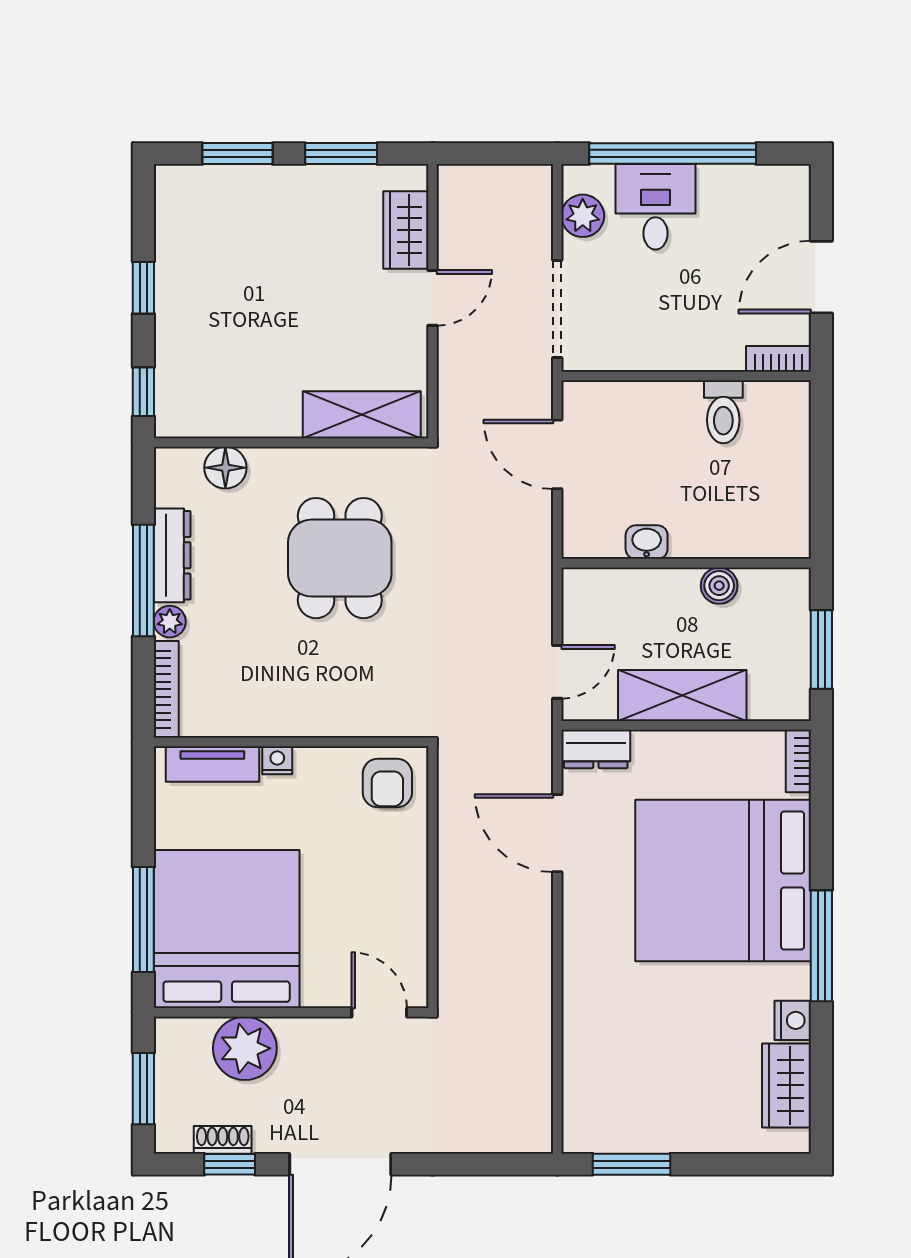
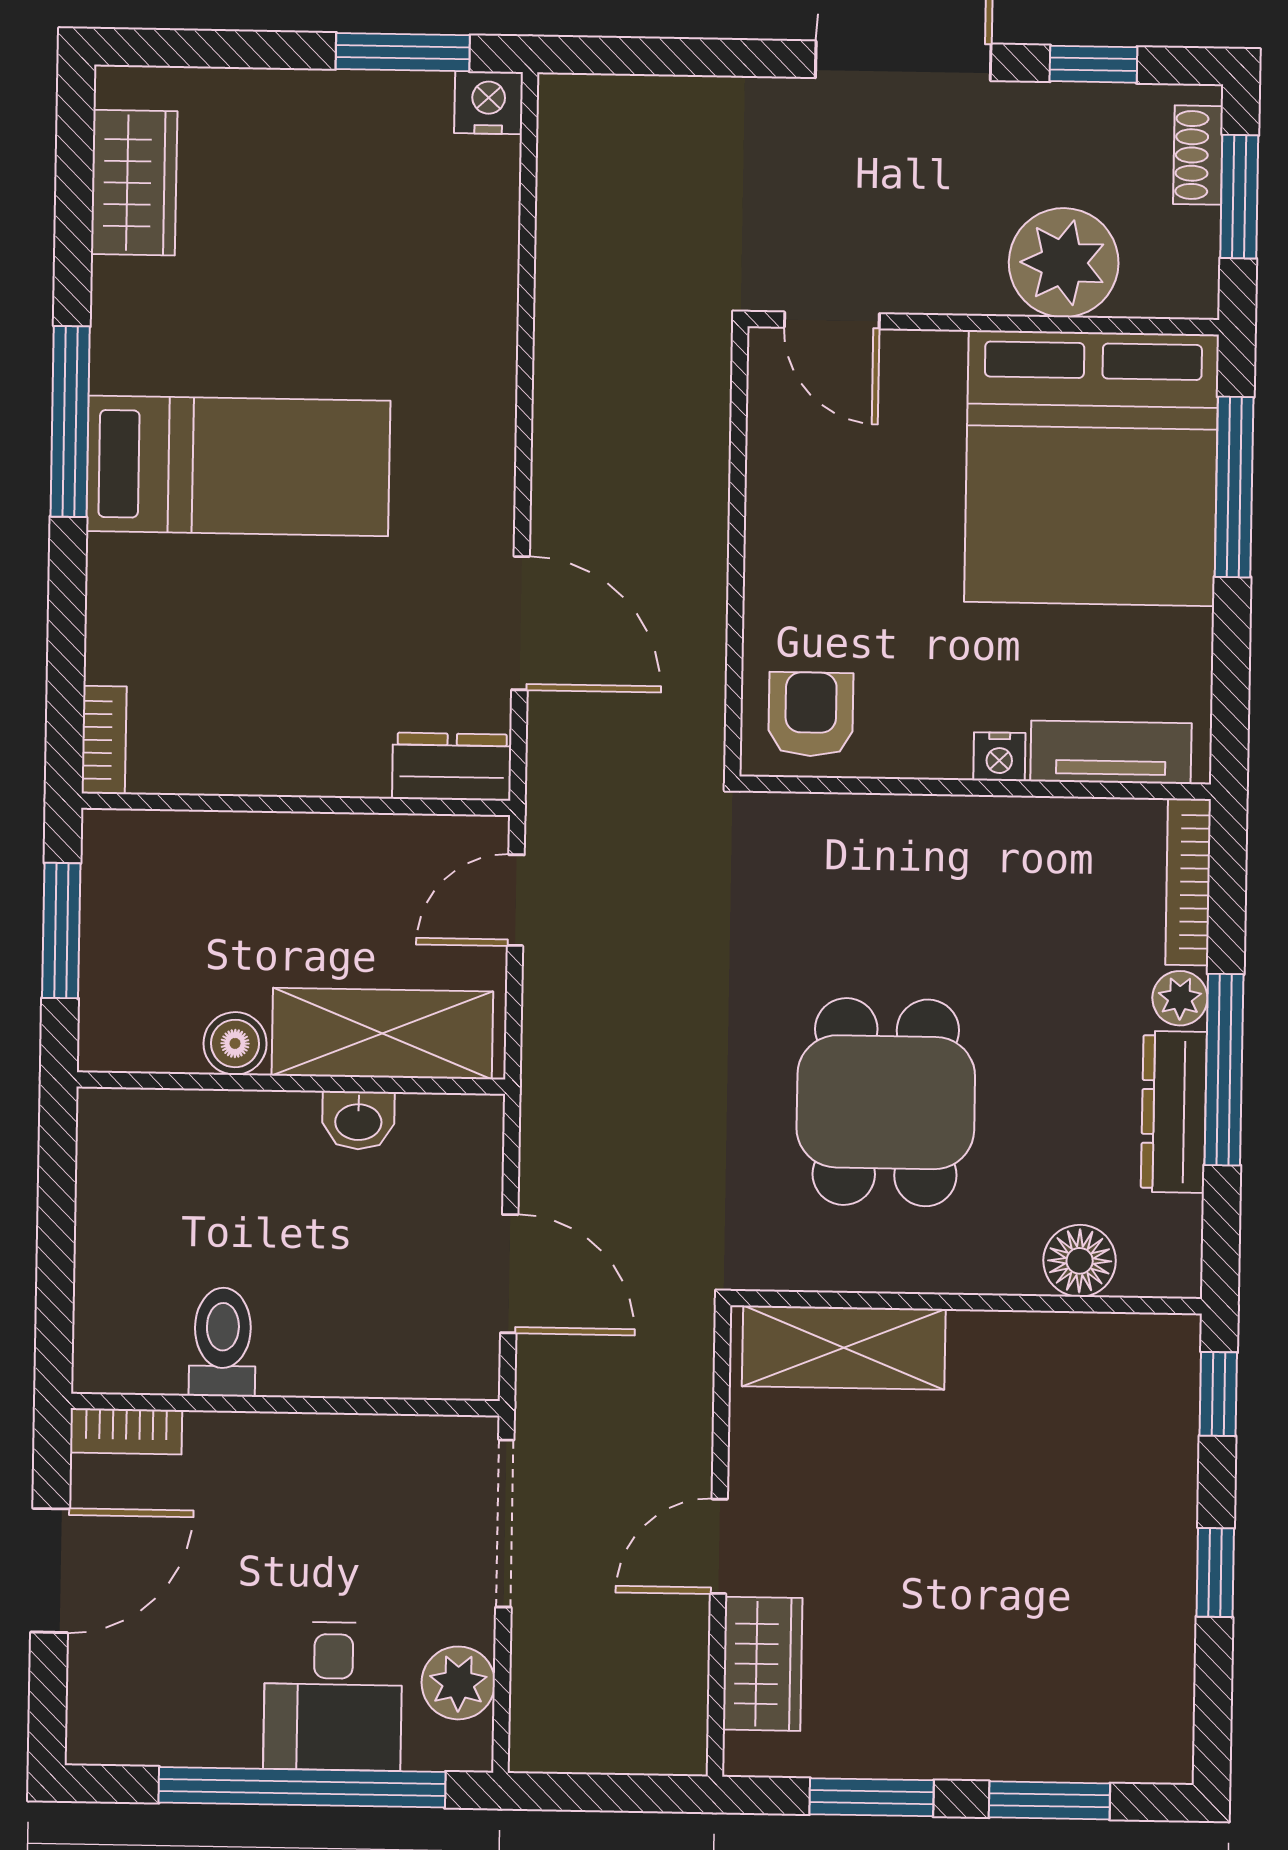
shelving: (682, 696) -> (382, 1033), moved
bed: (723, 881) -> (238, 466), width x0.49
nightstand: (793, 1020) -> (489, 103), moved, turned 90
shoe rack: (223, 1140) -> (1198, 155), moved, turned 90

